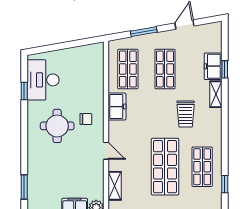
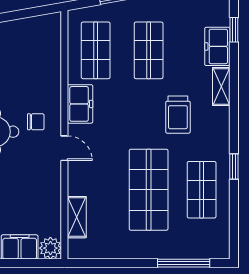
window: (225, 69) -> (234, 30), moved
door: (106, 151) -> (64, 148), moved
window: (225, 184) -> (234, 166), moved

